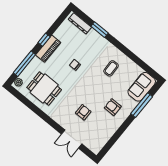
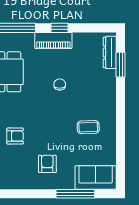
window: (100, 30) -> (121, 65), moved

